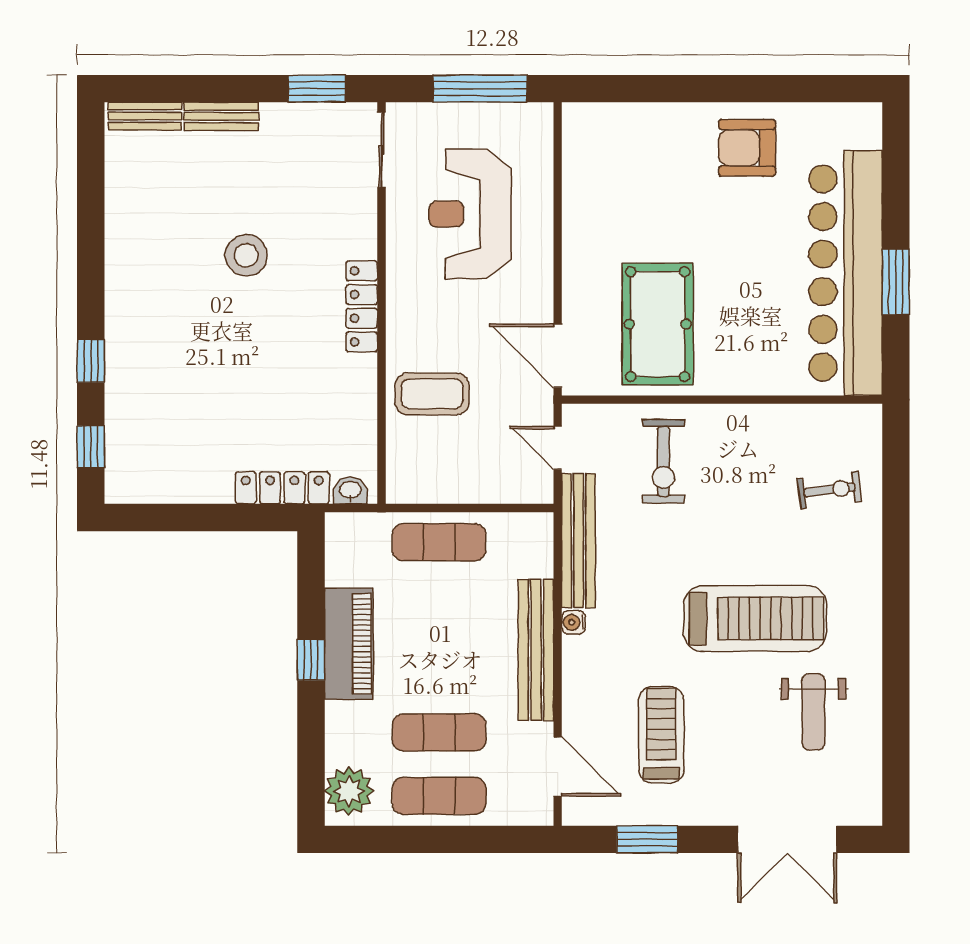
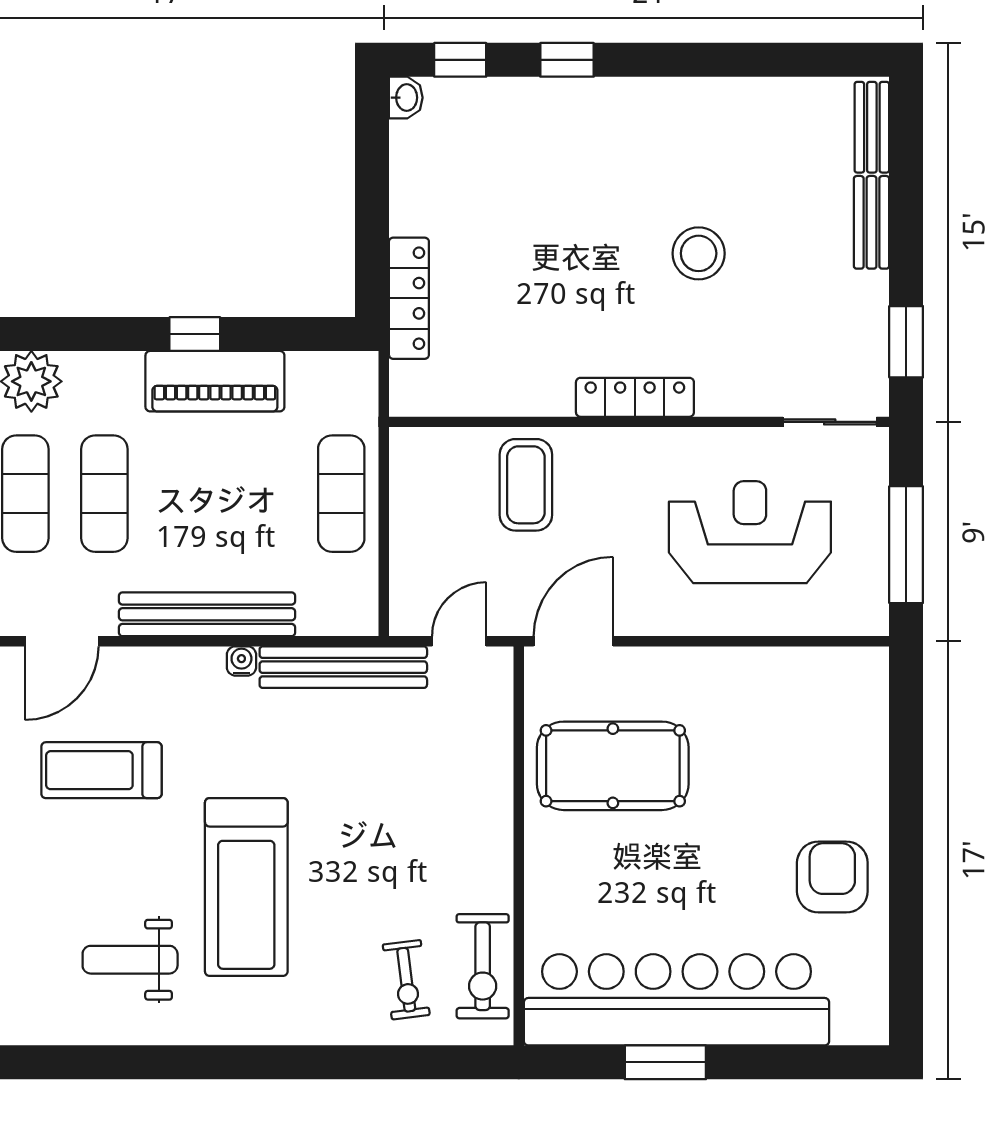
exercise bike: (664, 461) -> (483, 966), moved, turned -90
washbasin: (350, 490) -> (406, 98), moved
treadmill: (661, 735) -> (101, 770), turned 180

